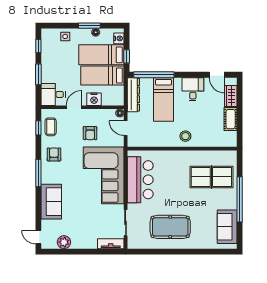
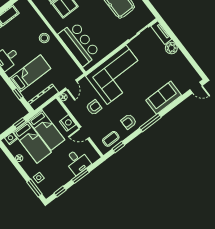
window: (89, 26) -> (34, 188), moved
window: (154, 75) -> (18, 94), width x0.32
desk: (53, 94) -> (77, 162), moved
bar counter: (140, 180) -> (79, 44), moved, turned 90
door: (38, 237) -> (196, 88), hinge flipped
plant: (64, 242) -> (171, 48), moved

